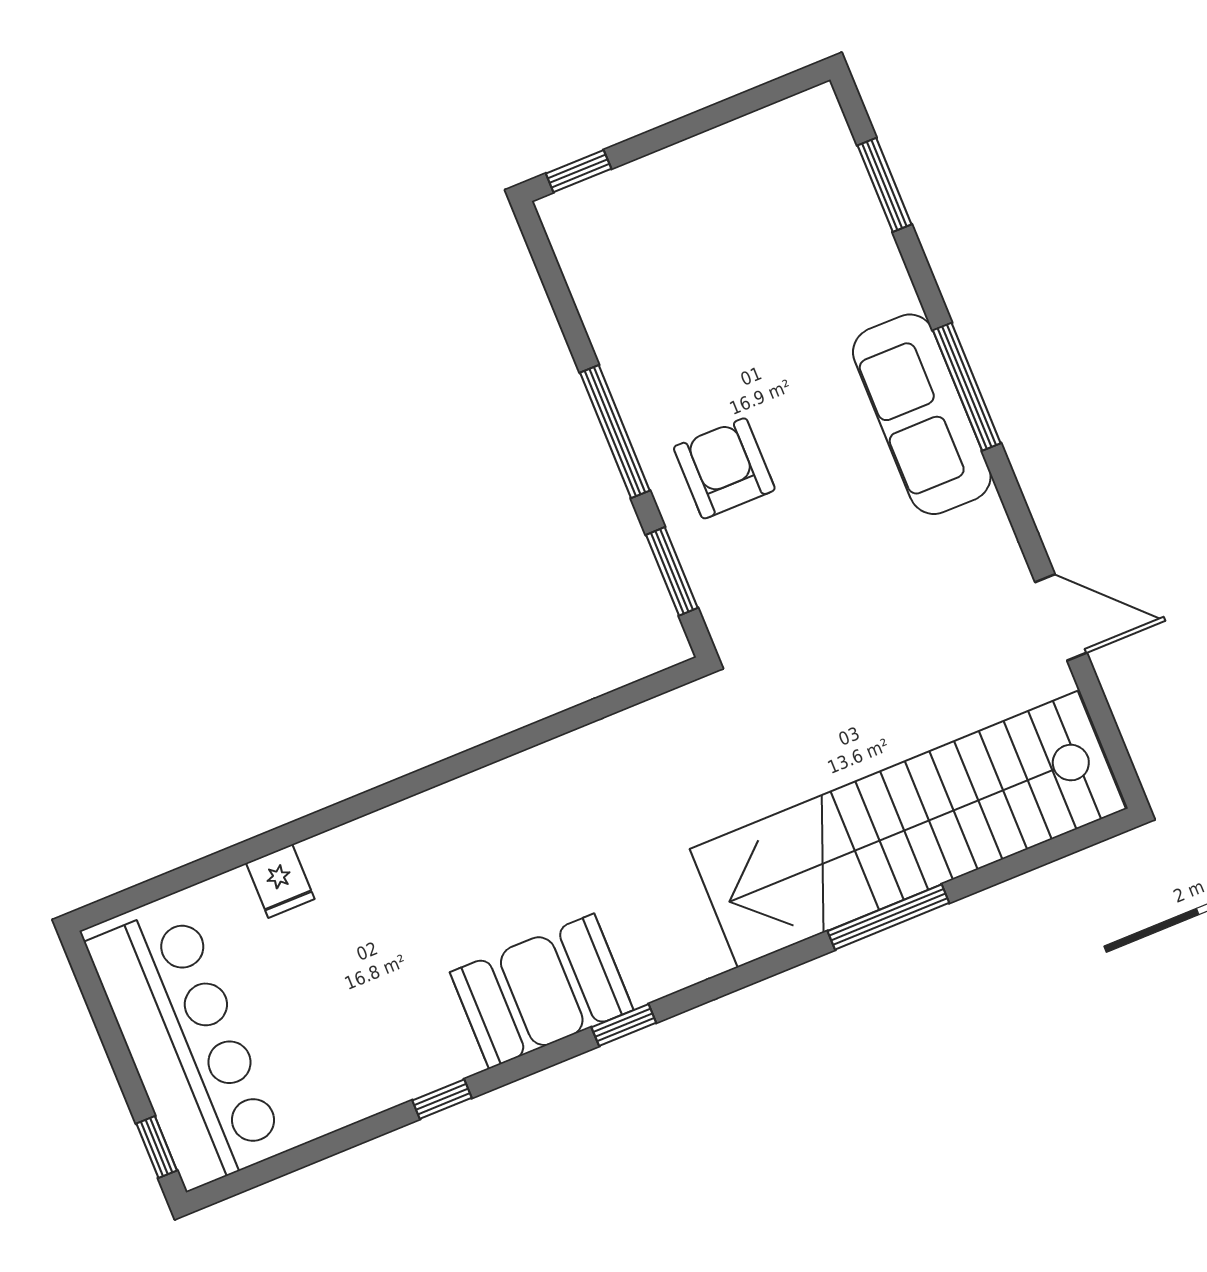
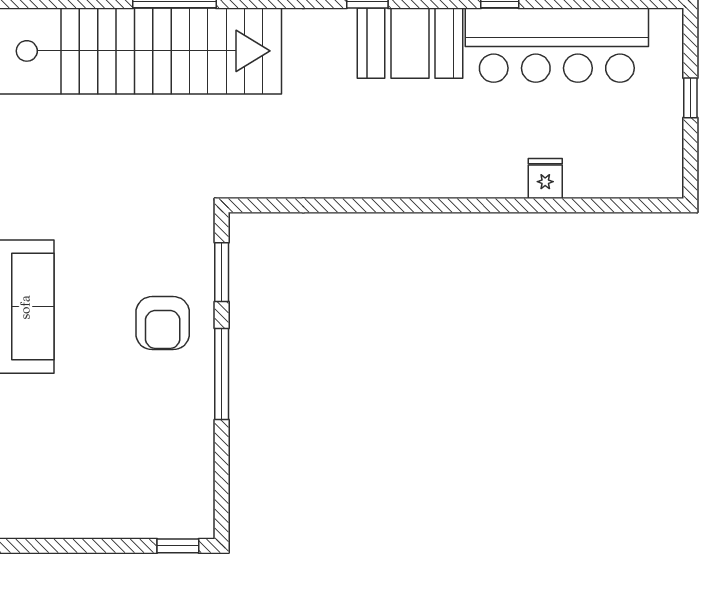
bar counter: (186, 1046) -> (557, 45), moved, turned -90
window: (157, 1147) -> (690, 98), moved

